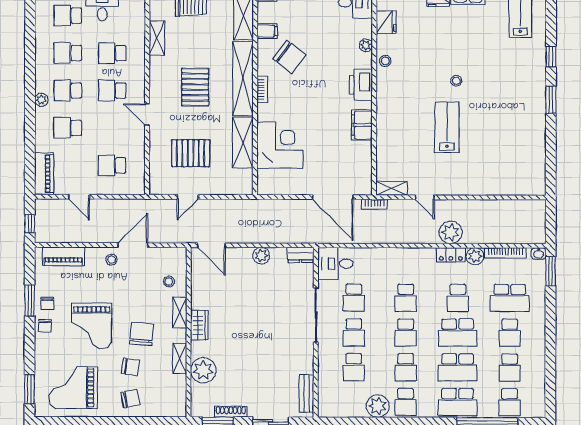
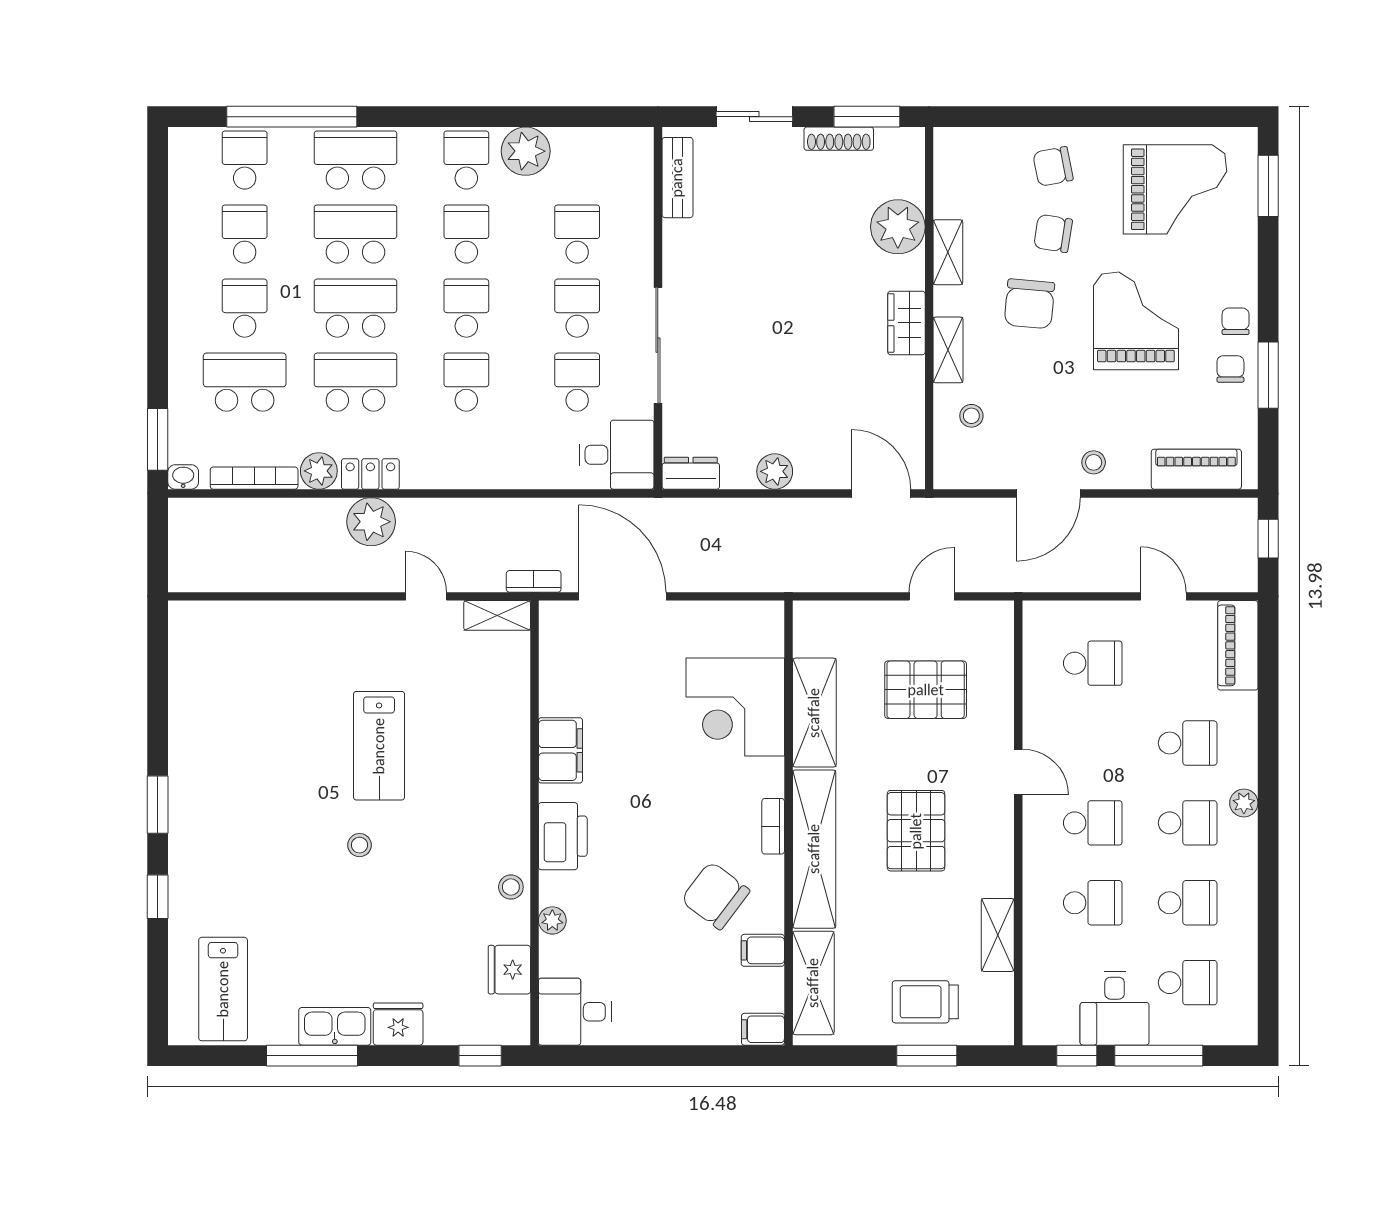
school desk: (458, 298) -> (355, 382), width x1.85

